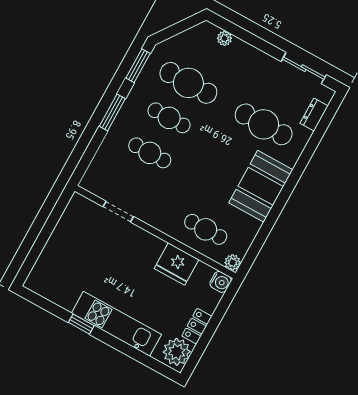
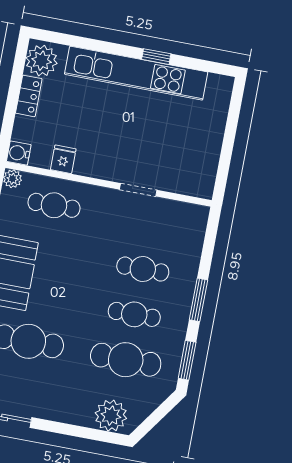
plant: (225, 38) -> (111, 416), width x1.87, depth x1.87
doorway: (118, 212) -> (138, 190), moved
fridge: (177, 264) -> (63, 159), width x0.53, depth x0.75
kitchen unit: (116, 324) -> (136, 73), width x1.36

